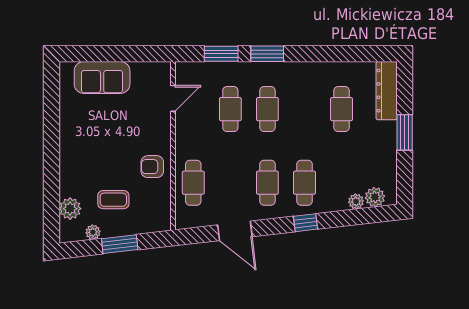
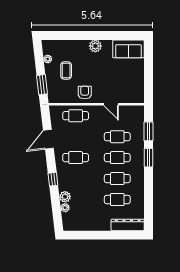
sofa: (102, 77) -> (128, 49), moved, turned -90
door: (173, 98) -> (111, 104), moved
window: (405, 132) -> (104, 235), removed
cafe table: (304, 183) -> (117, 179), moved
plant: (375, 197) -> (65, 197), moved
plant: (70, 209) -> (95, 46), moved
window: (120, 244) -> (42, 85), moved

